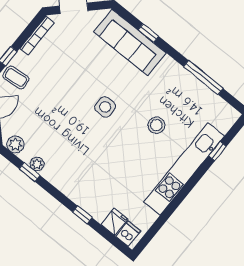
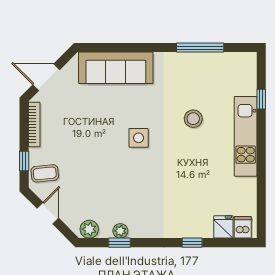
window: (148, 33) -> (125, 48), removed
kitchen unit: (184, 169) -> (246, 136), width x0.73

